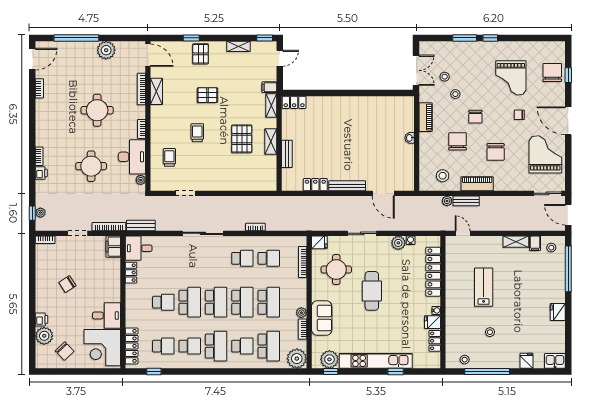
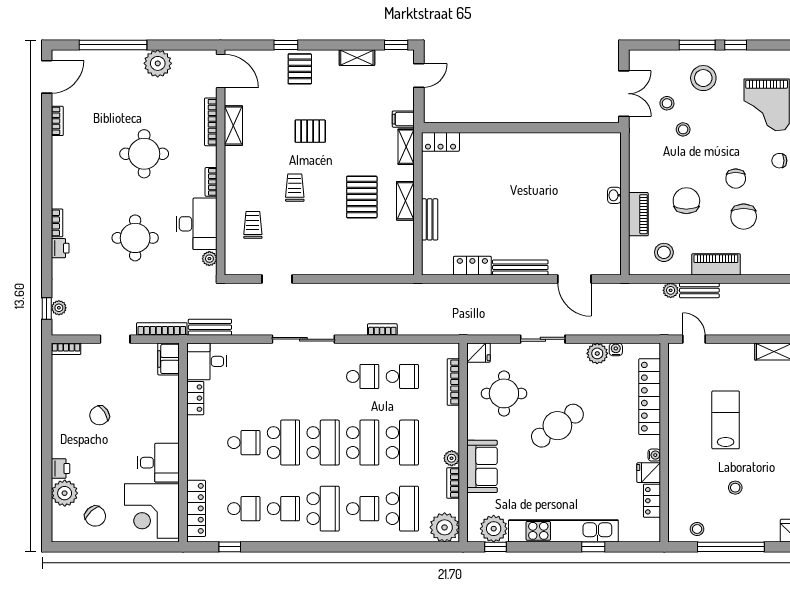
stool: (469, 60) -> (703, 78), added
piano: (426, 117) -> (638, 214), moved
chair: (475, 117) -> (736, 179), moved
cafe table: (372, 291) -> (557, 426), turned 54

